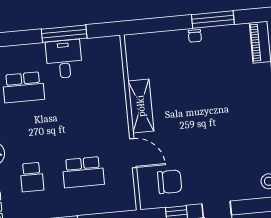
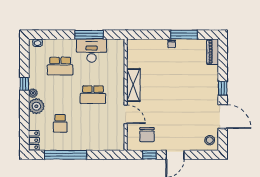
desk: (64, 59) -> (92, 51), width x1.37
school desk: (83, 172) -> (93, 95), moved
chair: (170, 182) -> (147, 135), turned 90

